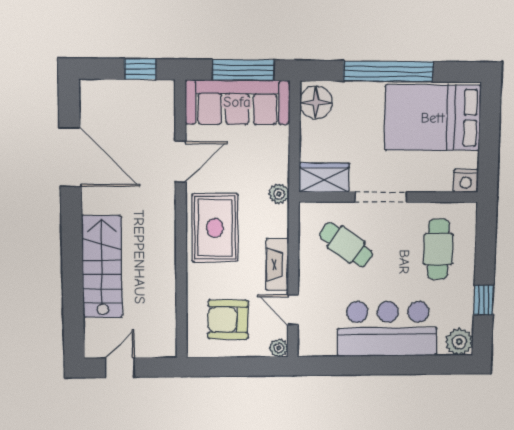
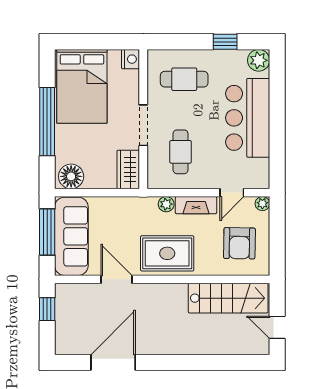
plant: (279, 194) -> (166, 204), moved
cafe table: (346, 245) -> (181, 152), turned -36
stairs: (102, 267) -> (228, 298), moved, turned 180

